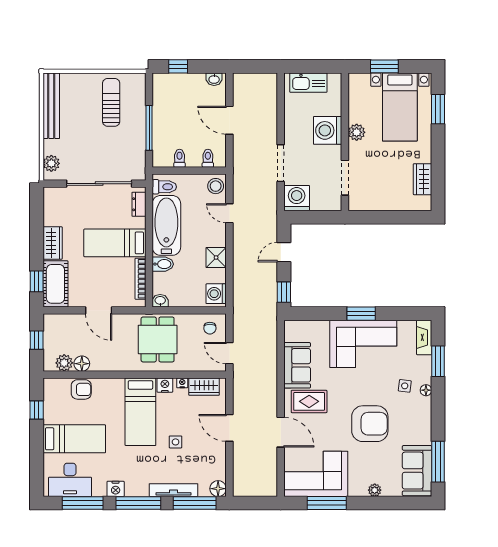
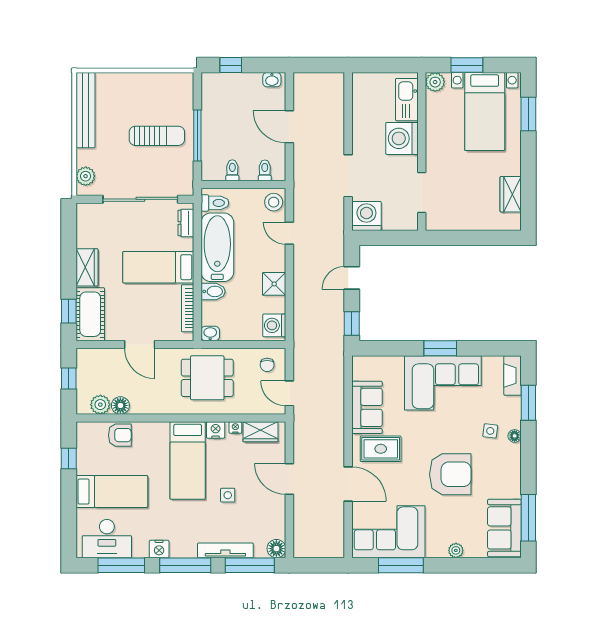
kitchen sink: (308, 83) -> (407, 100), moved, turned 90
sun lounger: (111, 102) -> (157, 136), moved, turned 90
plant: (357, 132) -> (435, 82), moved
dining table: (158, 339) -> (207, 378), turned 90

